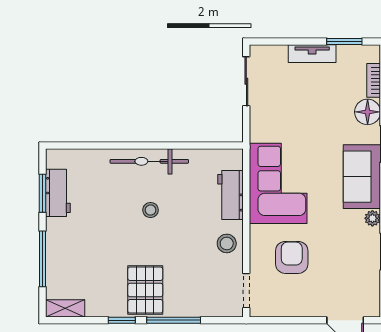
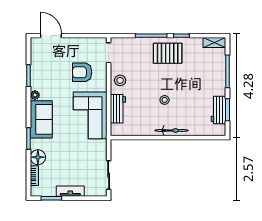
bicycle: (149, 161) -> (171, 130), width x0.73, depth x0.71
armchair: (292, 257) -> (82, 72), turned 90
pallet: (145, 290) -> (168, 53), turned 90

